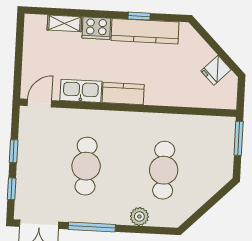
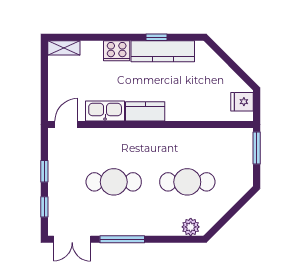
shelving: (64, 23) -> (64, 48), moved
fridge: (216, 70) -> (242, 102), moved, turned 45
cafe table: (86, 166) -> (114, 182), turned 90
cafe table: (164, 170) -> (187, 182), turned 90
plant: (139, 216) -> (191, 227), moved

